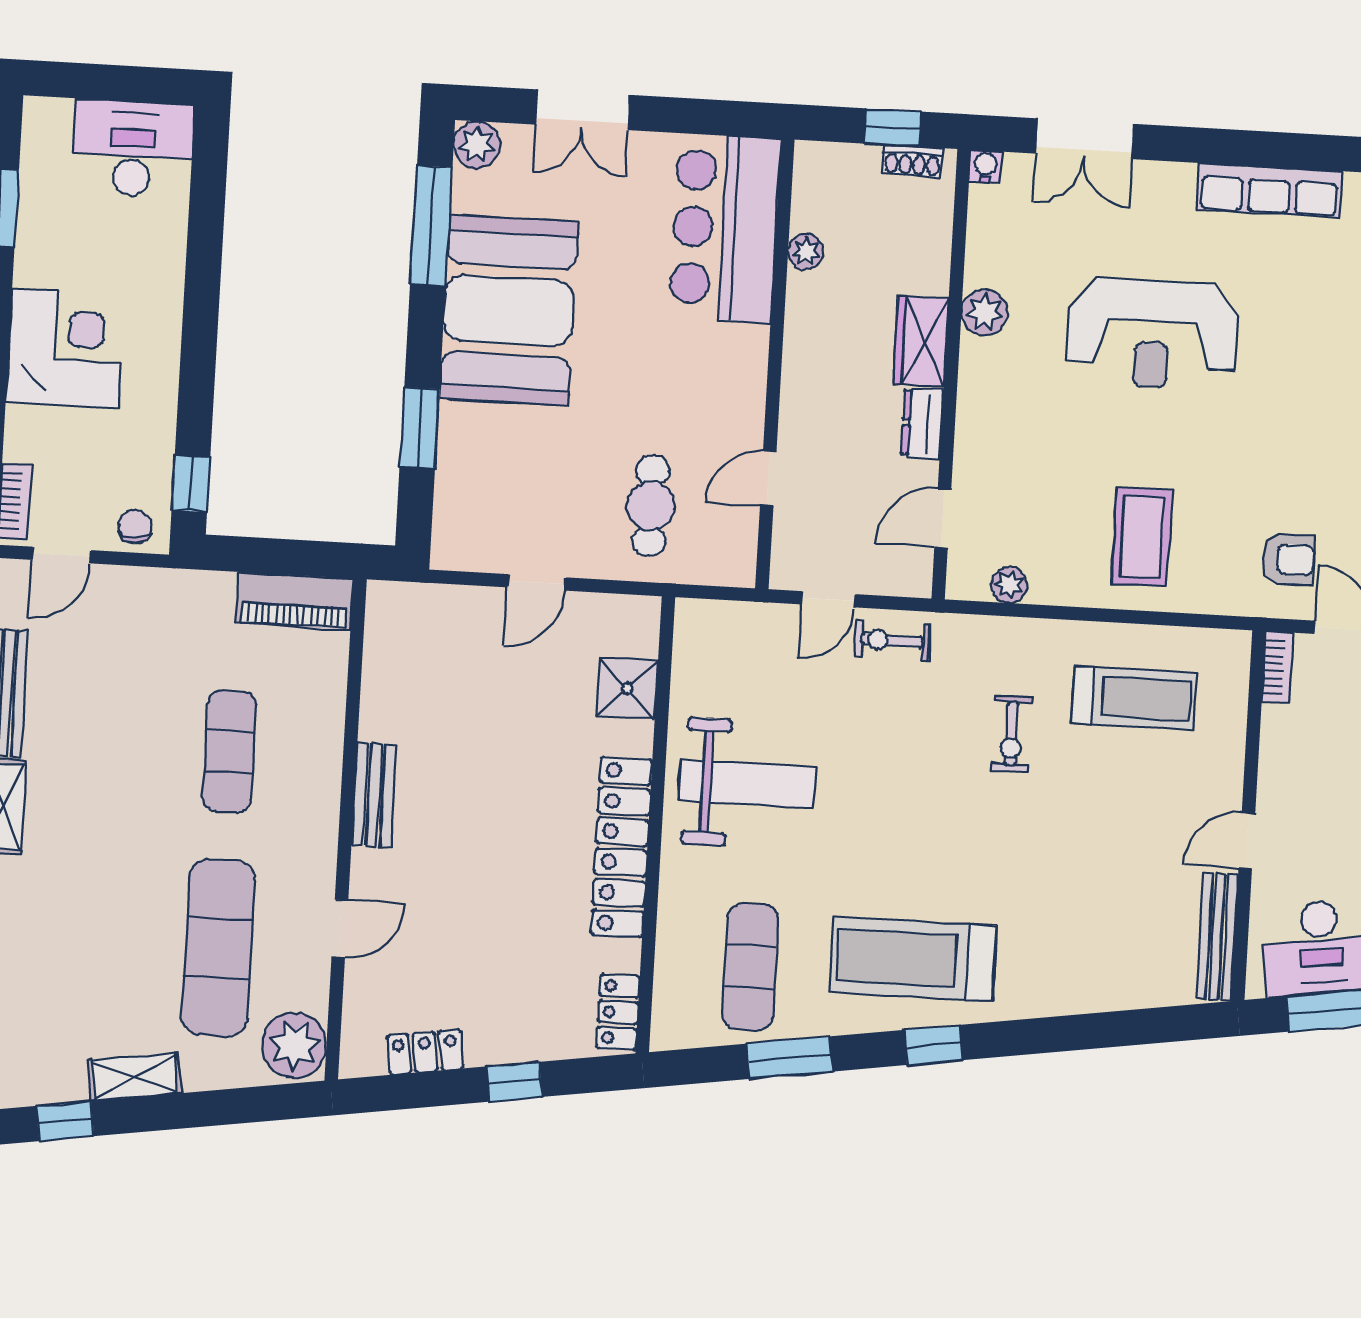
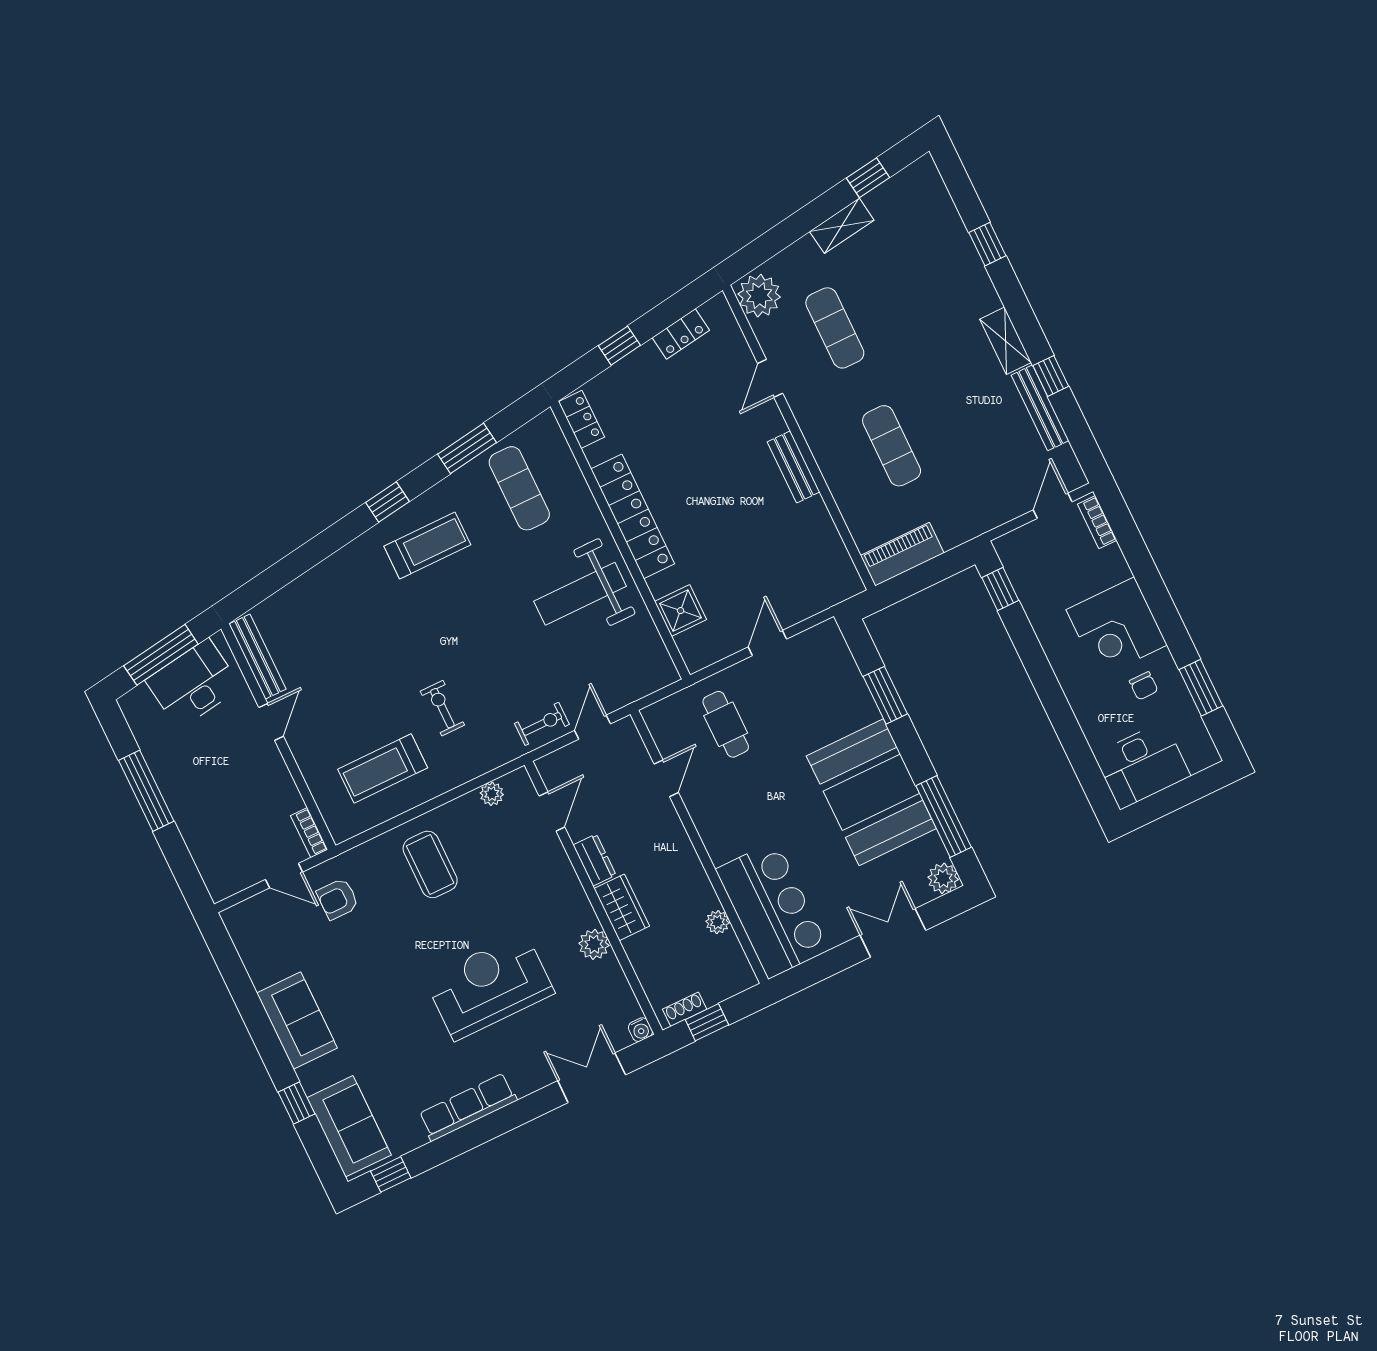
chair: (135, 527) -> (1144, 686), moved
exercise mat: (218, 948) -> (835, 328), width x0.73, depth x0.69
treadmill: (913, 959) -> (427, 545), width x0.73, depth x0.73

